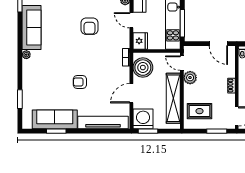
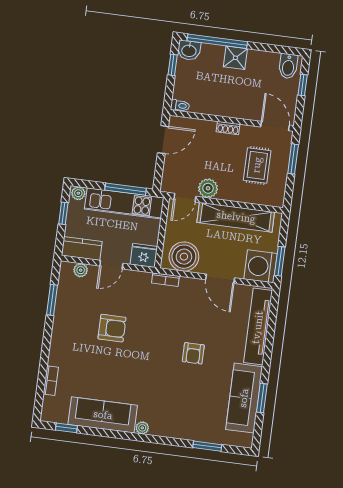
rug: (199, 111) -> (257, 165), moved

